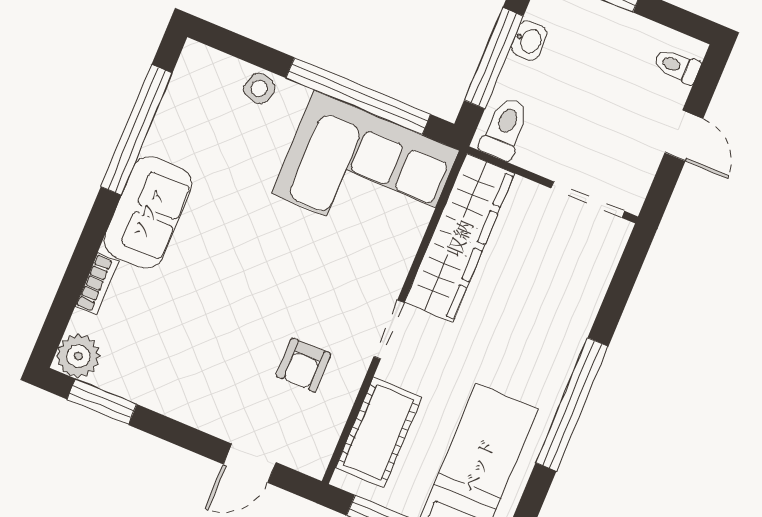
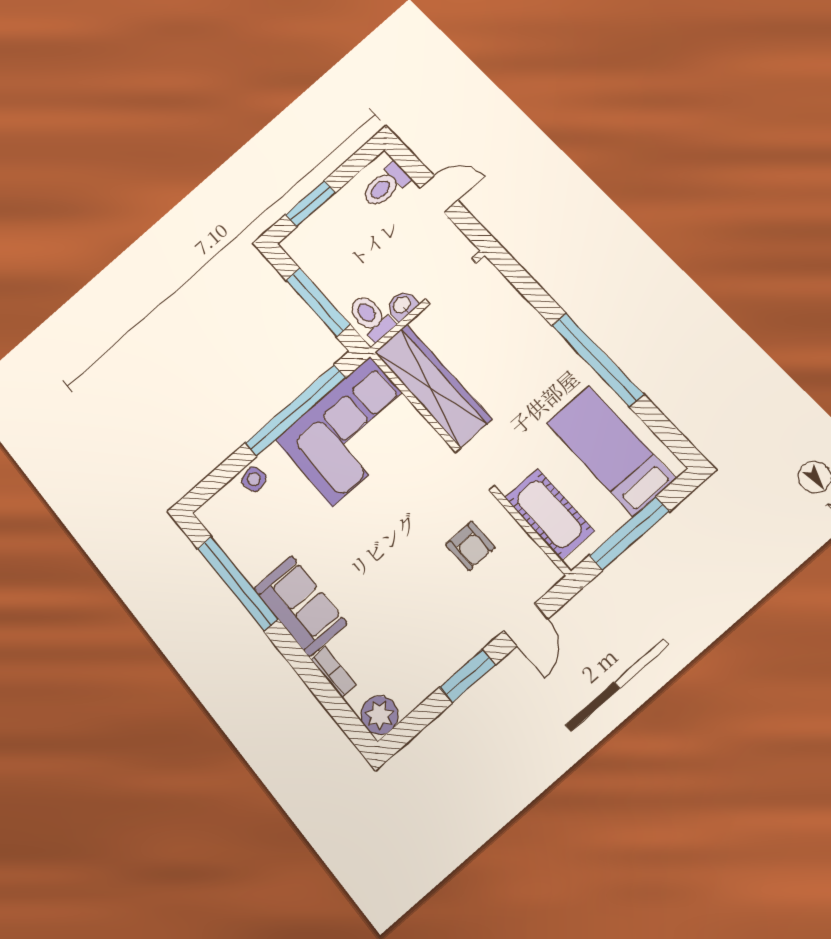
washbasin: (529, 40) -> (402, 305), moved, turned -90
toilet: (677, 66) -> (385, 185), width x1.37, depth x1.39
side table: (259, 88) -> (254, 479), turned -32
window: (102, 402) -> (468, 676), moved

